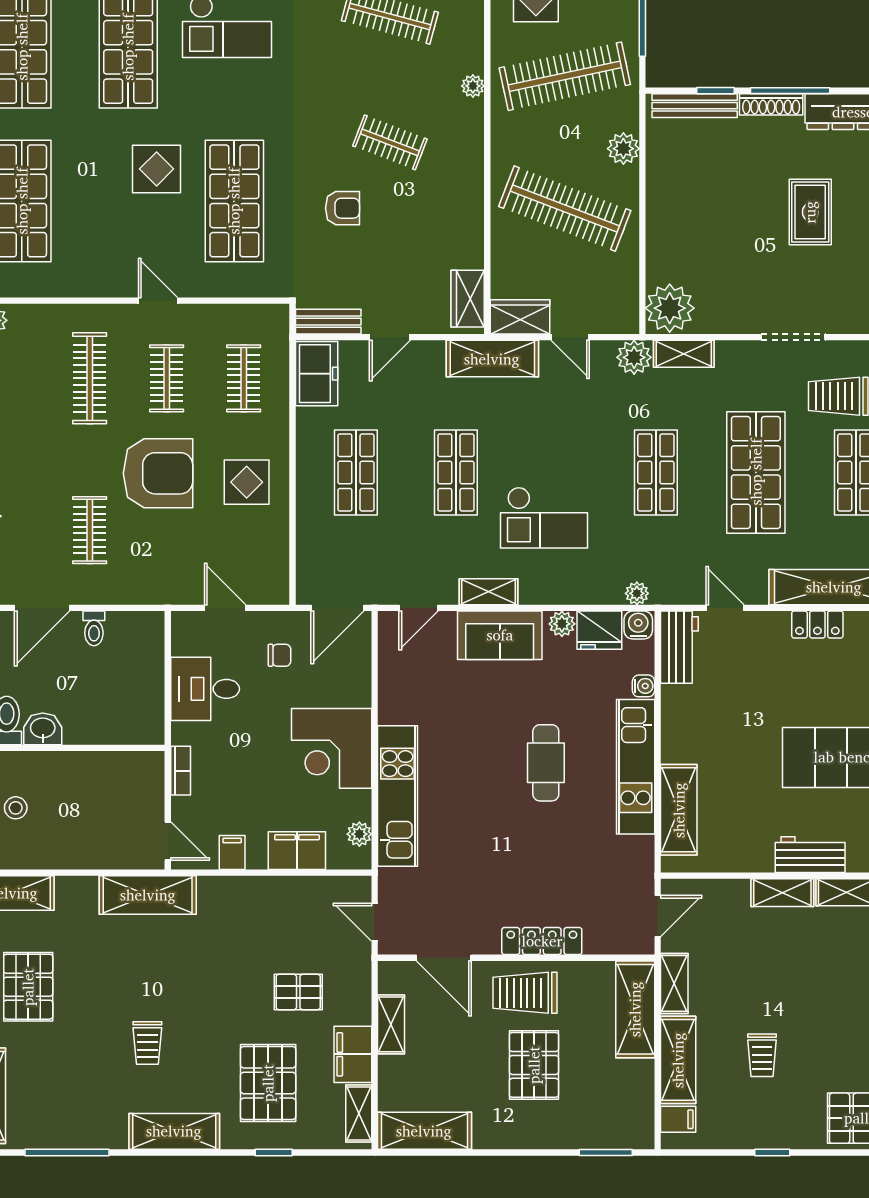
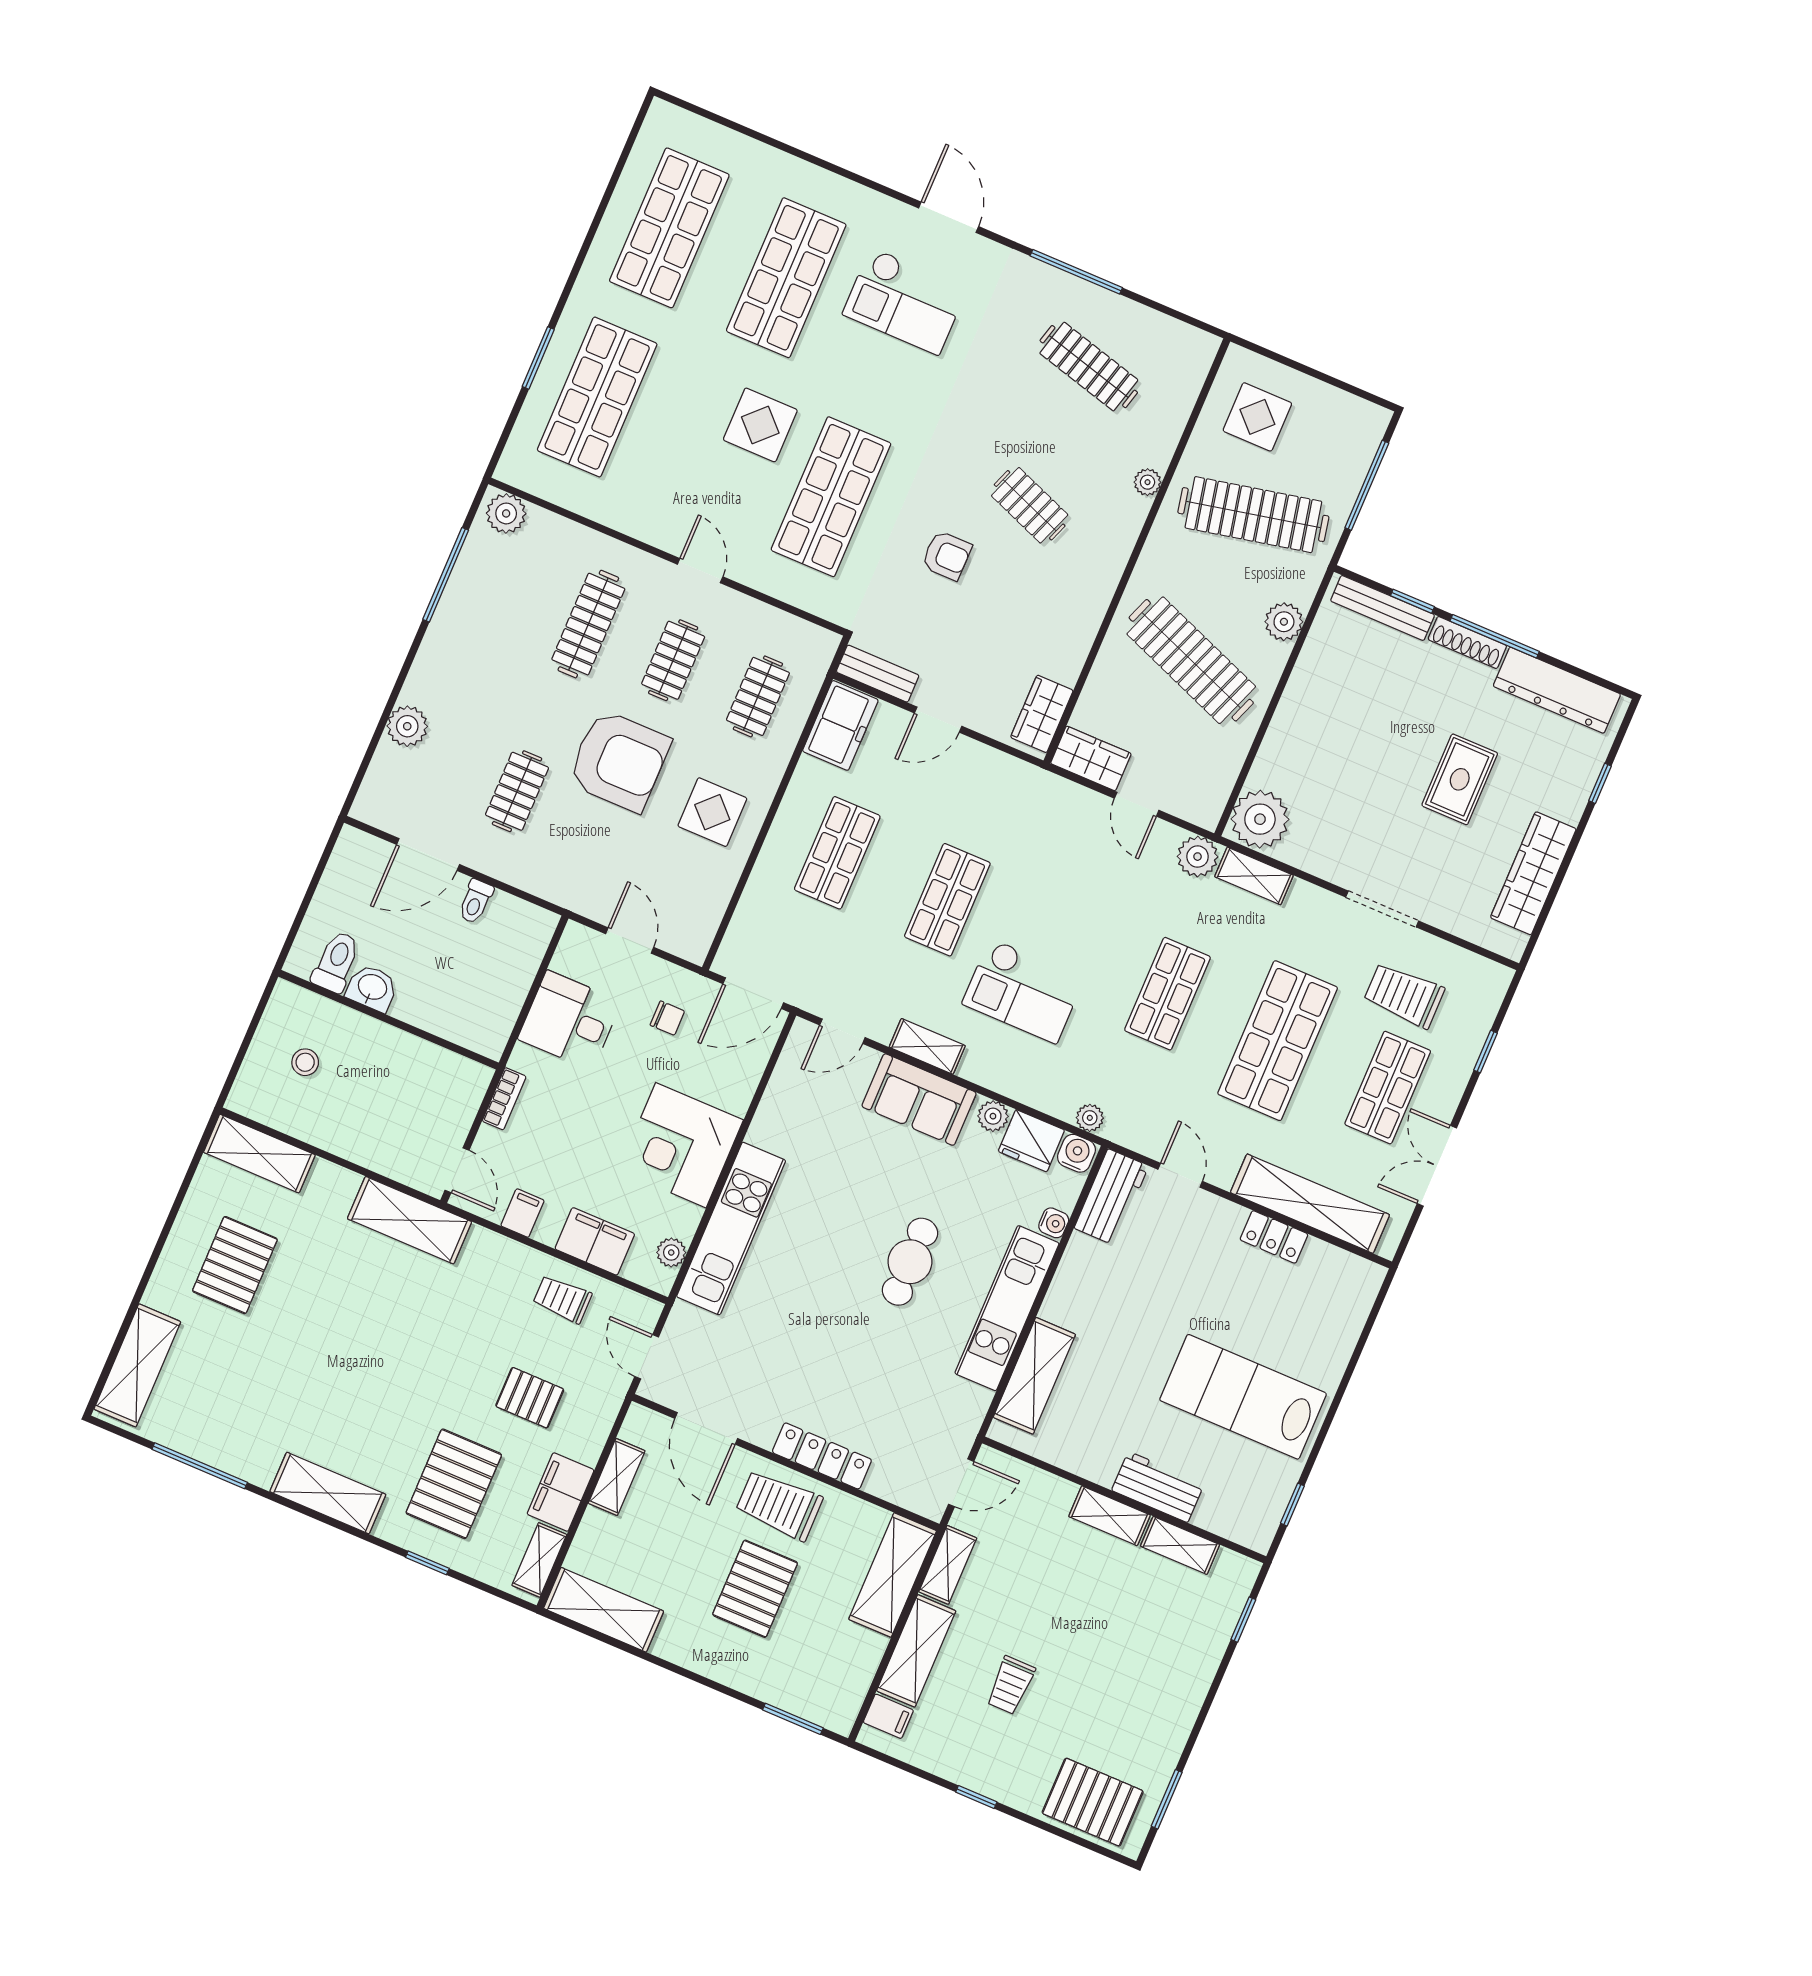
shelving: (492, 359) -> (1041, 791), removed
trolley: (147, 1043) -> (562, 1299), moved, turned 90

